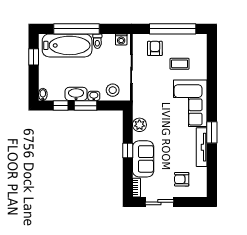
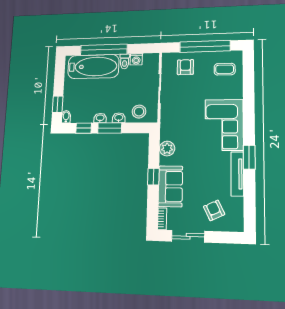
washing machine: (121, 39) -> (136, 59), moved
window: (34, 57) -> (58, 104), moved
coffee table: (180, 64) -> (225, 69), moved
washbasin: (76, 94) -> (100, 118), width x0.52, depth x0.69
armchair: (182, 179) -> (214, 210), turned 65

